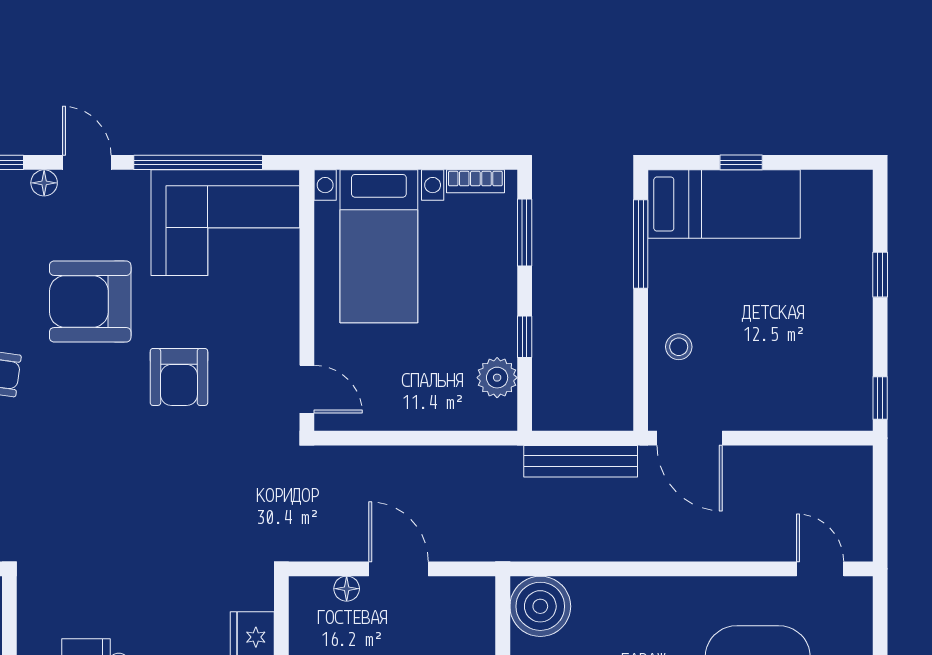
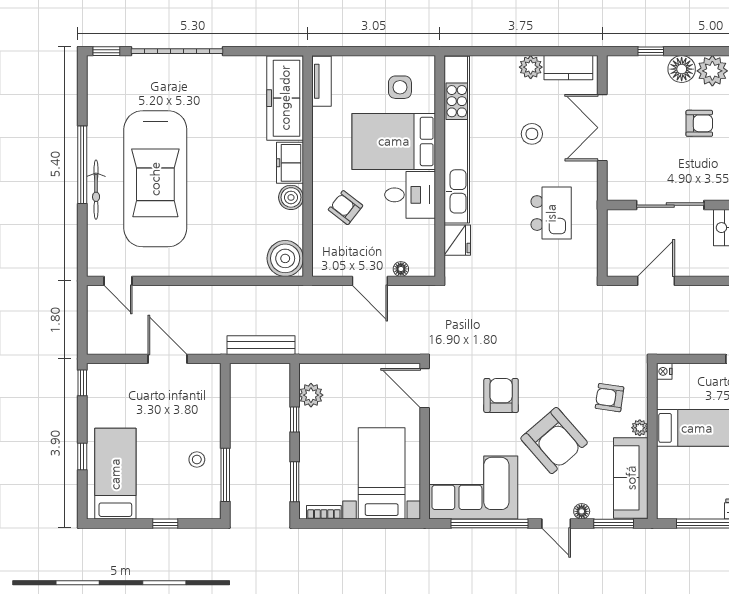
bed: (724, 204) -> (115, 474), moved, turned 90
armchair: (90, 301) -> (554, 441), turned 49
stool: (679, 347) -> (197, 460), moved
door: (307, 389) -> (425, 388), width x1.38
door: (690, 438) -> (167, 359), moved

